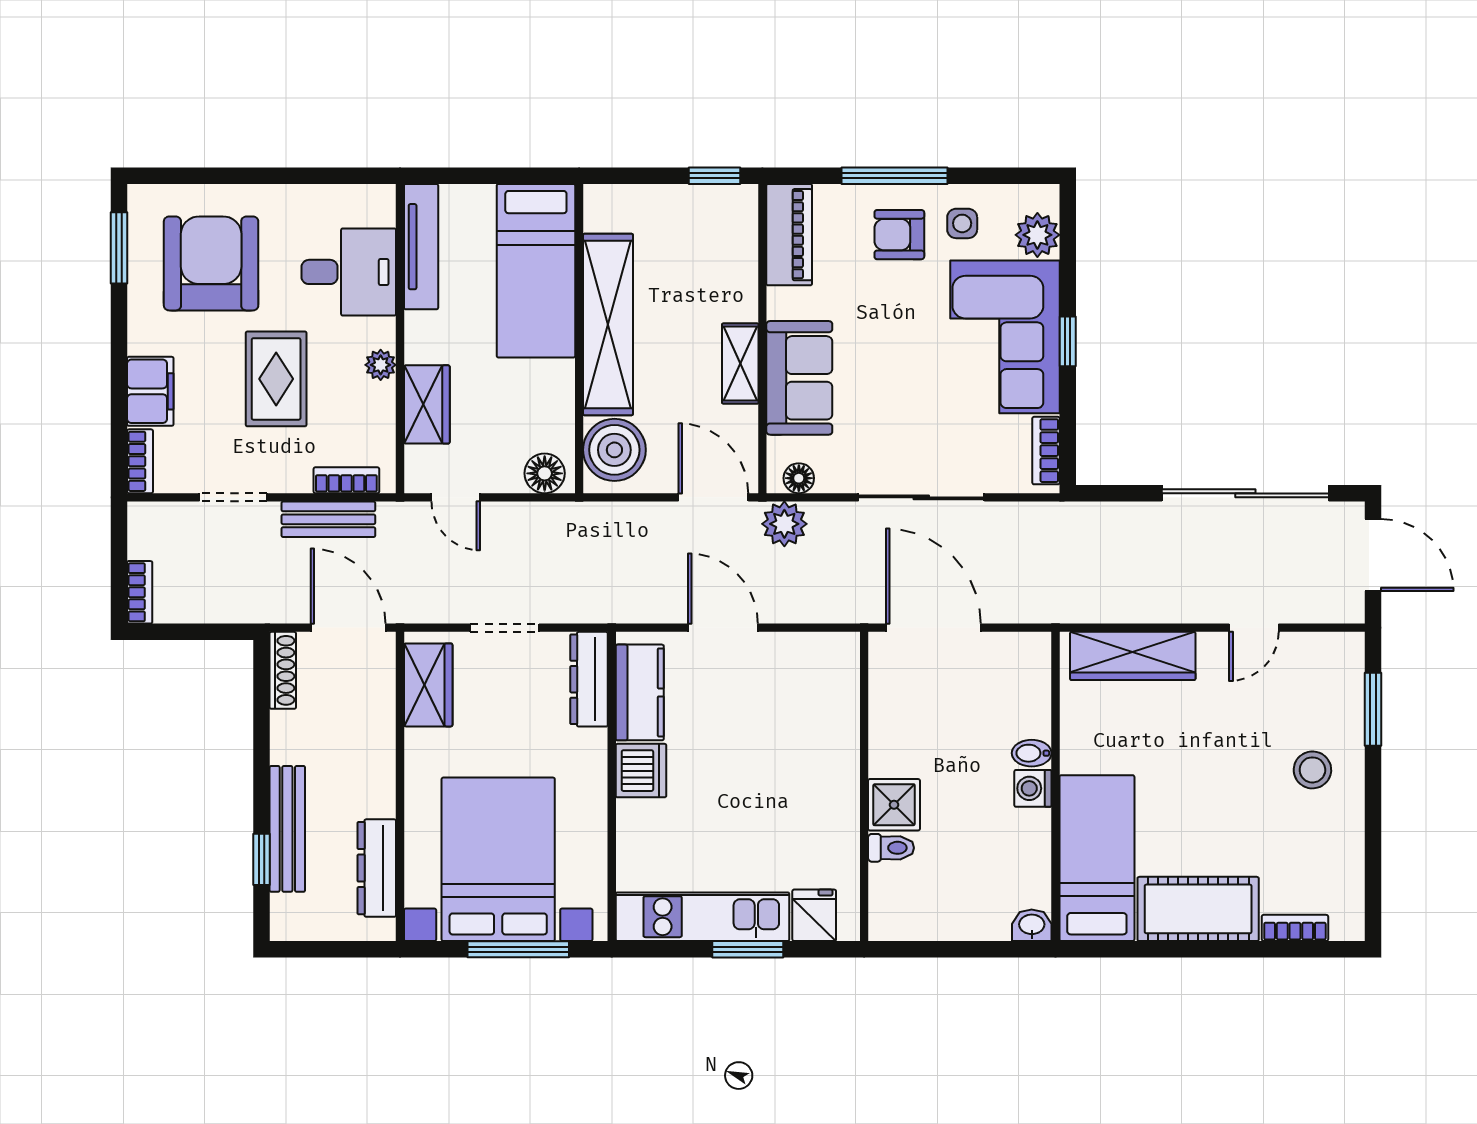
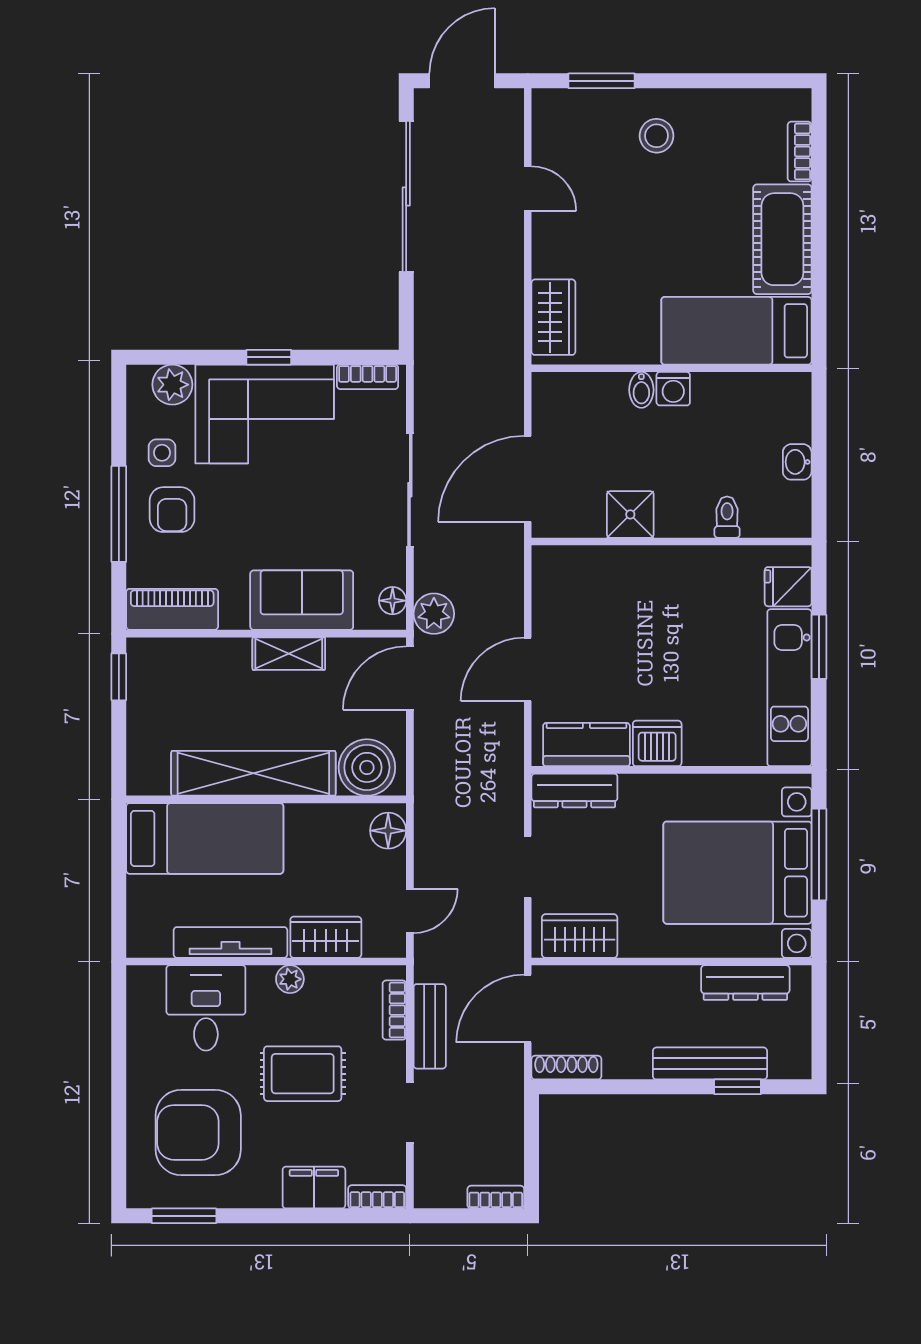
tv unit: (421, 247) -> (231, 942), moved
wardrobe: (1133, 656) -> (553, 317), width x0.67
shower: (894, 805) -> (630, 514), moved
washbasin: (1032, 925) -> (797, 462), moved

